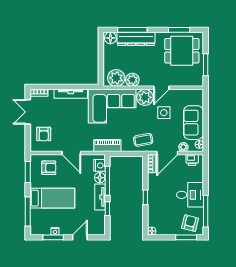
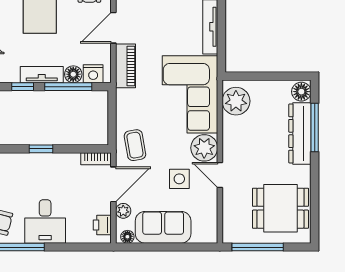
window: (179, 30) -> (315, 204), removed
dining table: (182, 51) -> (280, 208), turned 90
window: (206, 65) -> (258, 247), width x1.44
plant: (132, 80) -> (233, 127), removed
piano: (107, 146) -> (126, 66), moved
door: (167, 153) -> (113, 184), swing flipped

